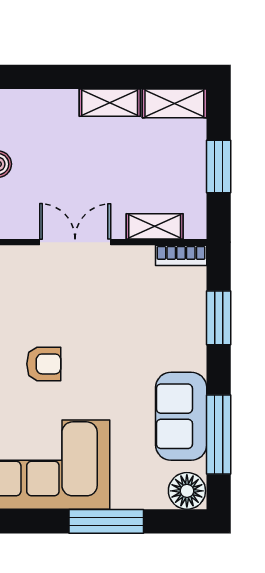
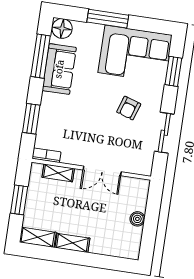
armchair: (44, 364) -> (129, 108), turned -72

